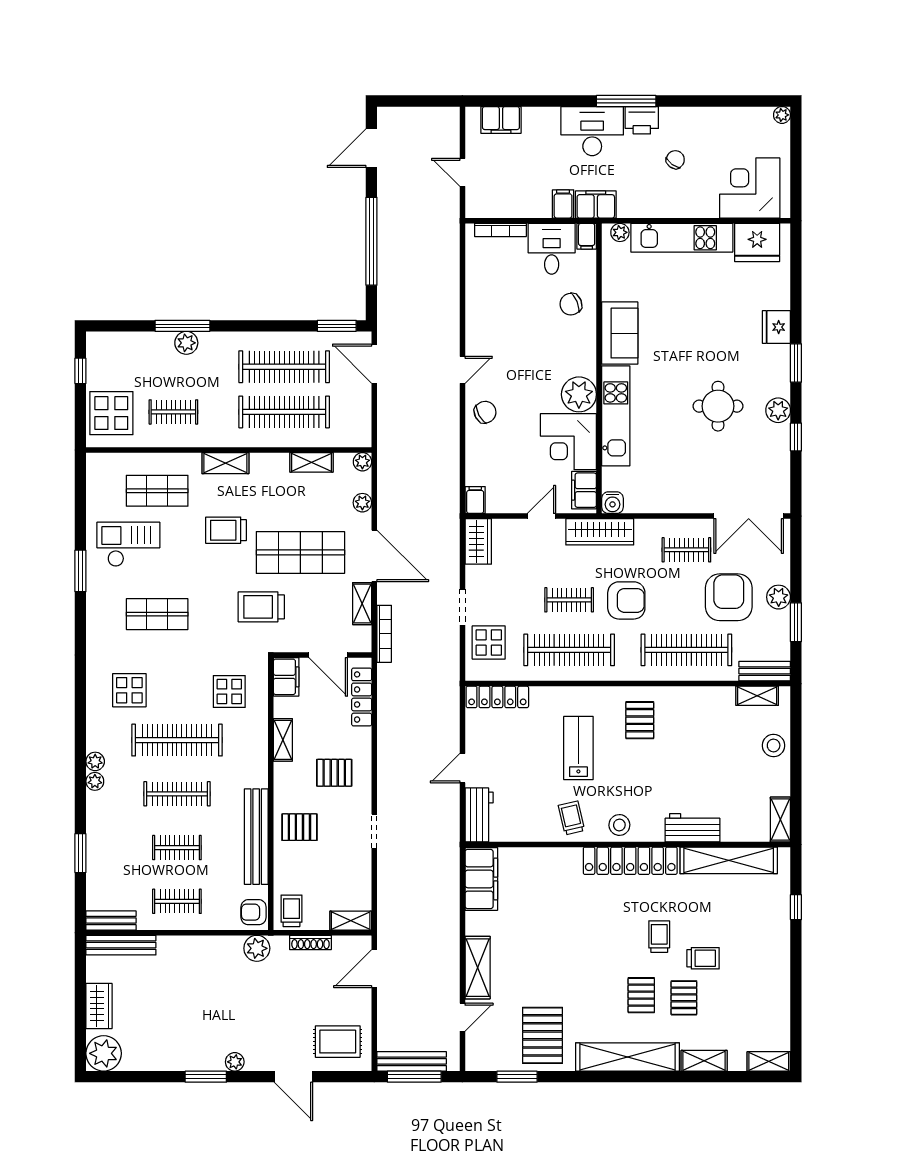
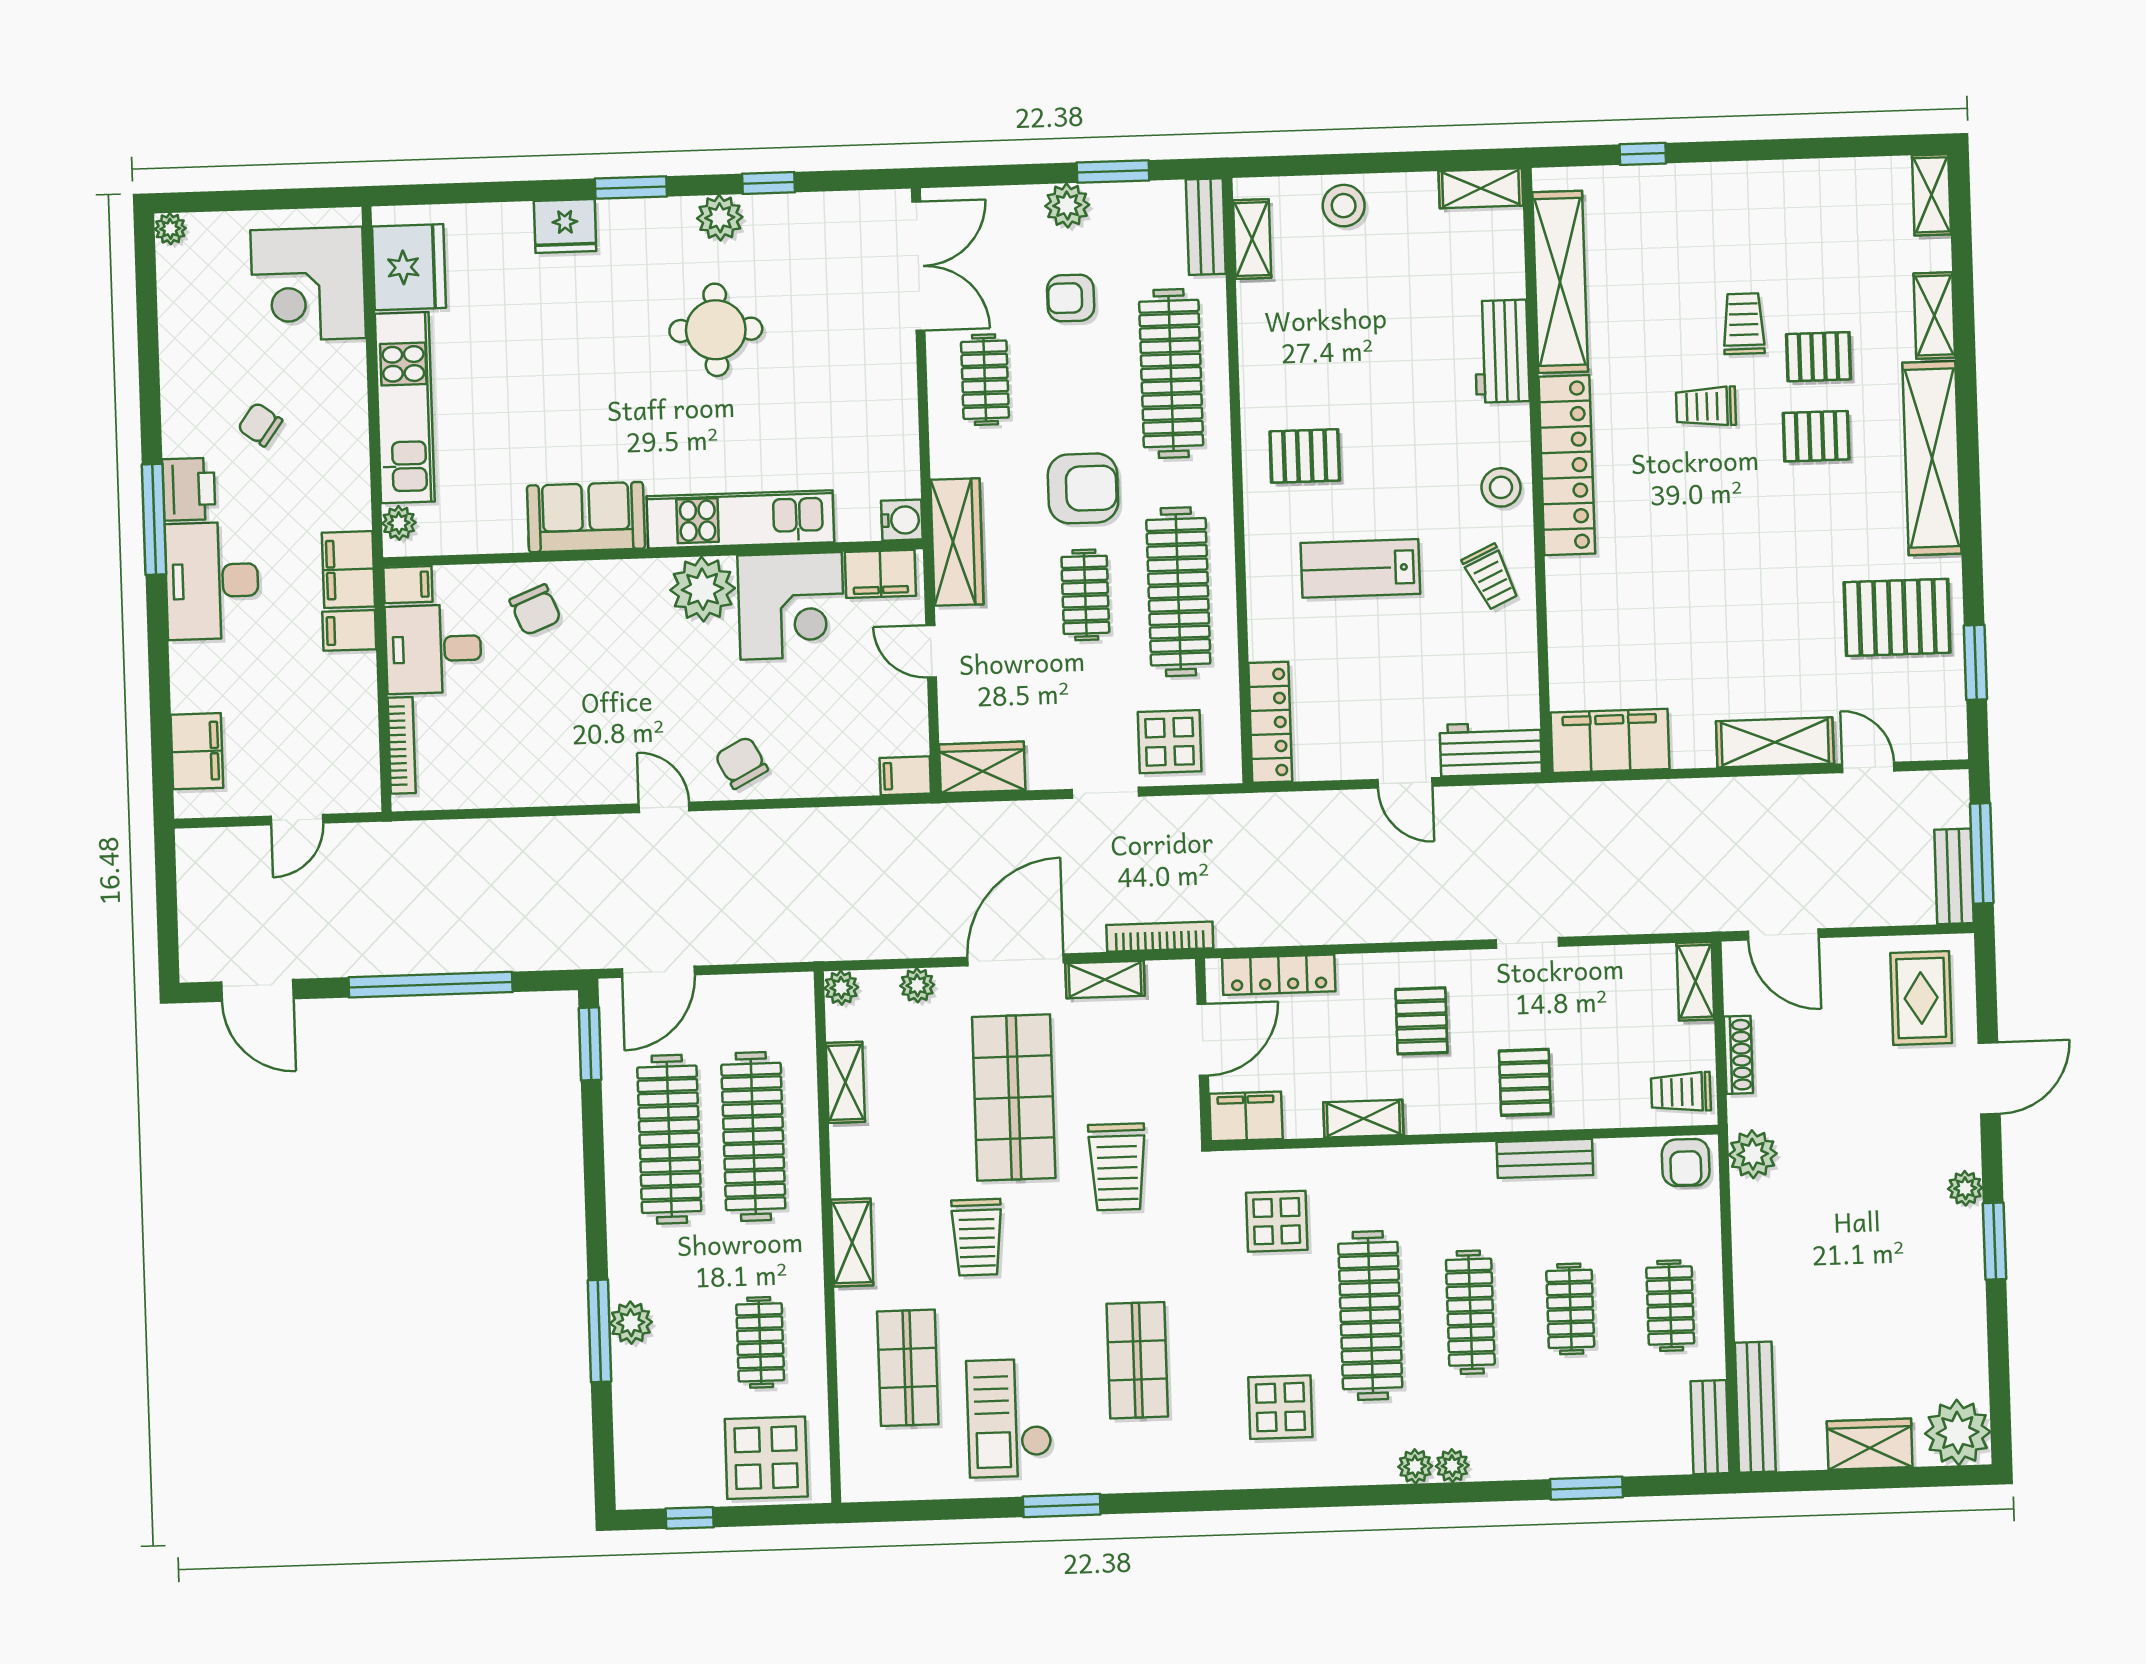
armchair: (729, 597) -> (1071, 298), width x0.53, depth x0.53
armchair: (626, 600) -> (1083, 488), turned 90
trolley: (571, 818) -> (1491, 577), turned -102
bench: (256, 837) -> (1545, 1158), width x0.54, depth x0.82
bench: (412, 1061) -> (1954, 876), width x0.73

